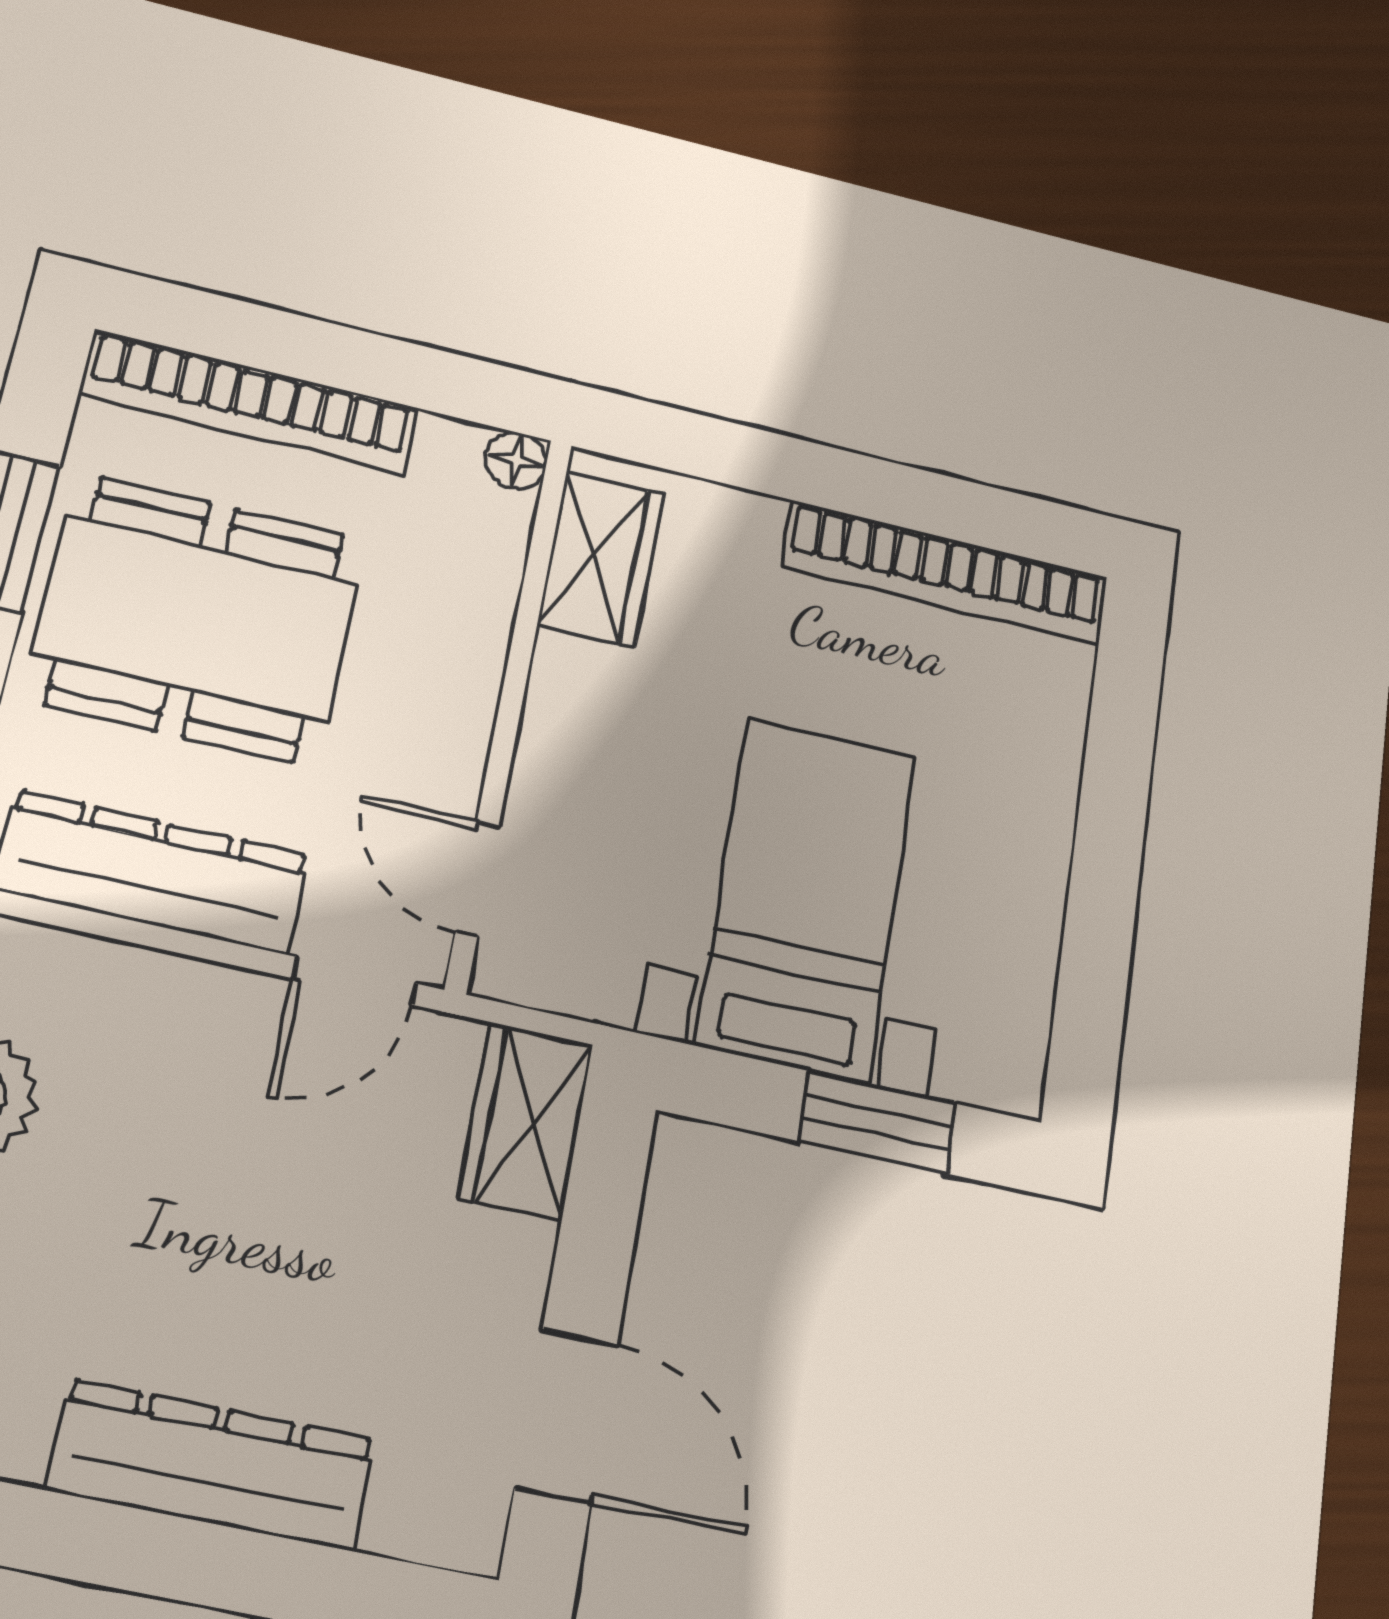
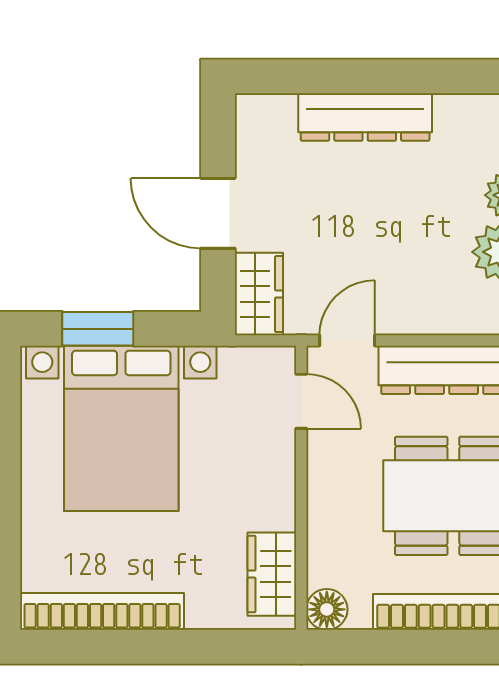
floor lamp: (516, 461) -> (327, 609), width x1.37, depth x1.37
bed with nightstands: (807, 898) -> (121, 428), width x1.36
door: (566, 1416) -> (218, 213), moved

